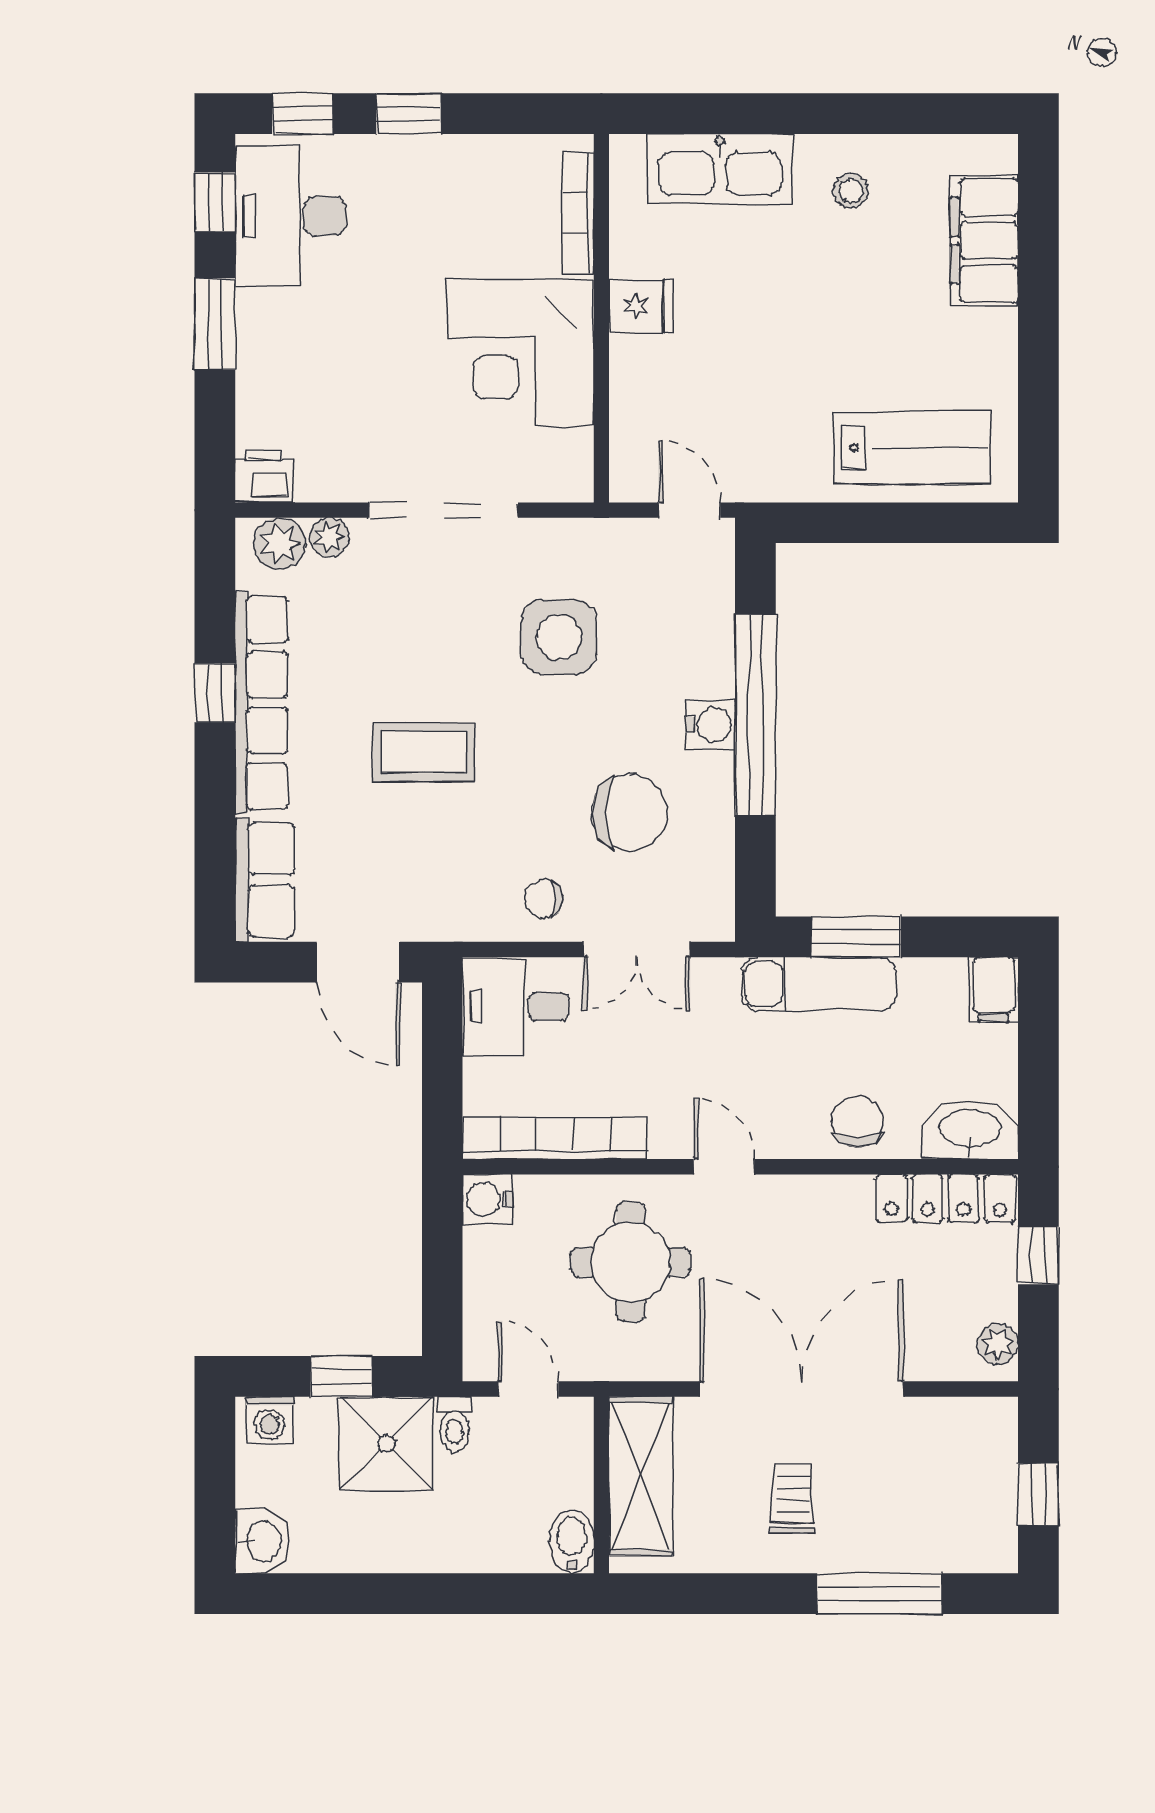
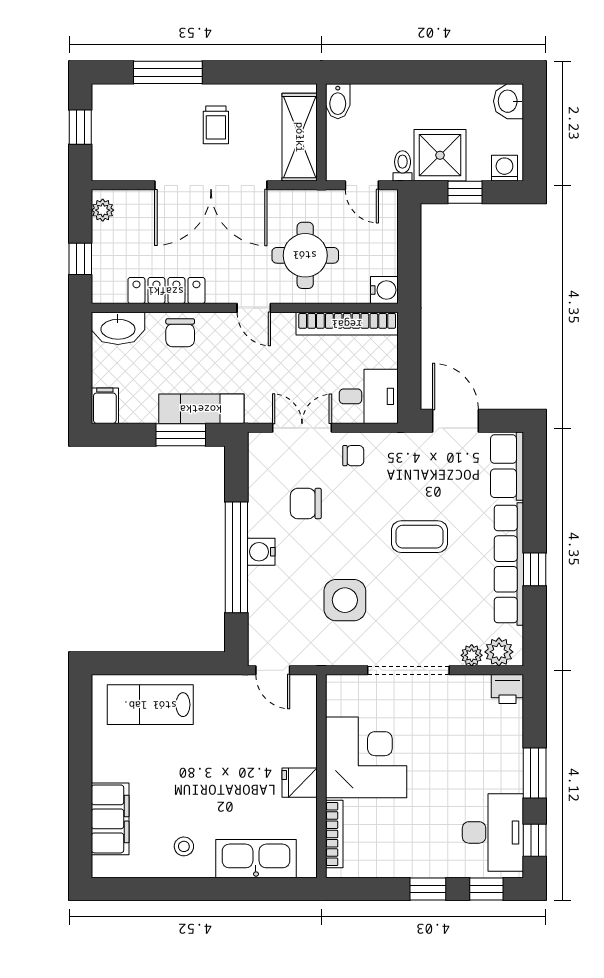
chair: (630, 812) -> (306, 504), width x0.73, depth x0.73
locker: (946, 1198) -> (166, 291), moved

